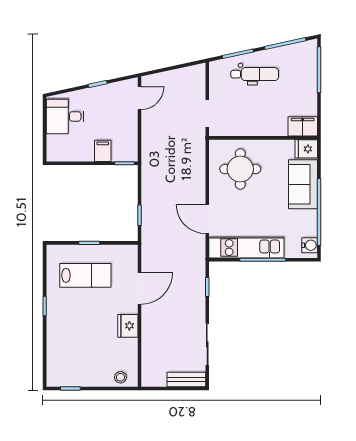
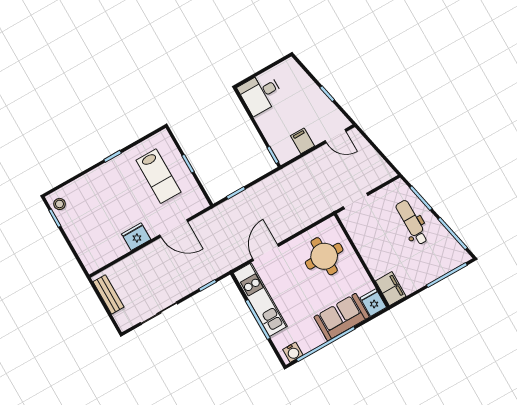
dental chair: (255, 74) -> (412, 222), turned 180
desk: (65, 116) -> (261, 93), moved, turned -90
filing cabinet: (103, 151) -> (302, 141), moved, turned -90
stool: (120, 377) -> (60, 204), moved
bench: (186, 380) -> (109, 294), moved

